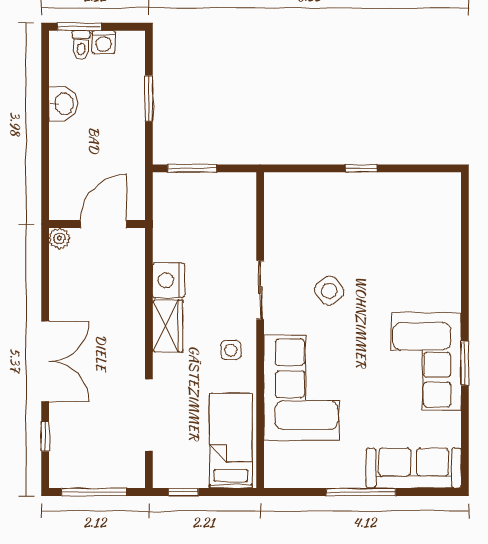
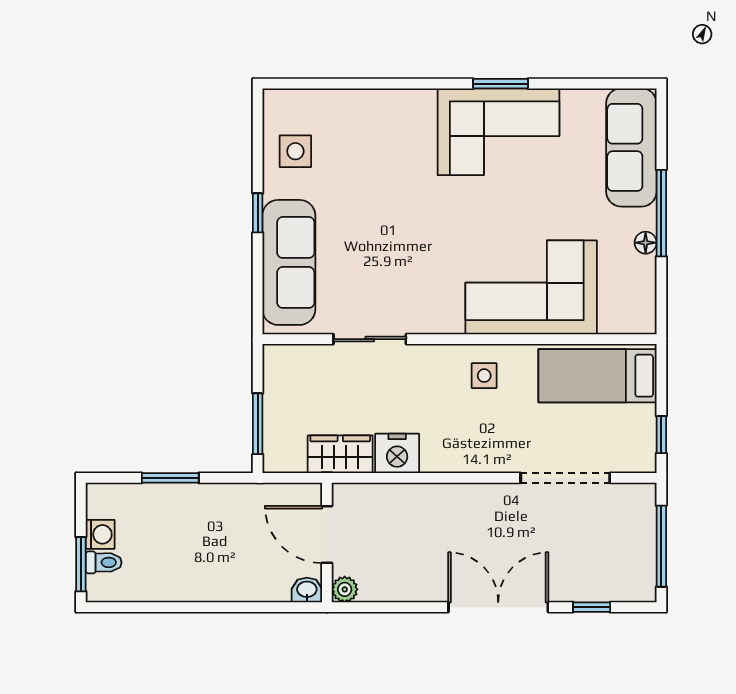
washbasin: (63, 104) -> (307, 590), moved, width x0.72, depth x0.69
sofa: (321, 193) -> (289, 262), added
sliding door: (260, 290) -> (370, 339), moved
side table: (329, 291) -> (295, 151), moved, turned 38
wardrobe: (168, 326) -> (340, 454), moved
floor lamp: (337, 479) -> (646, 243), added

